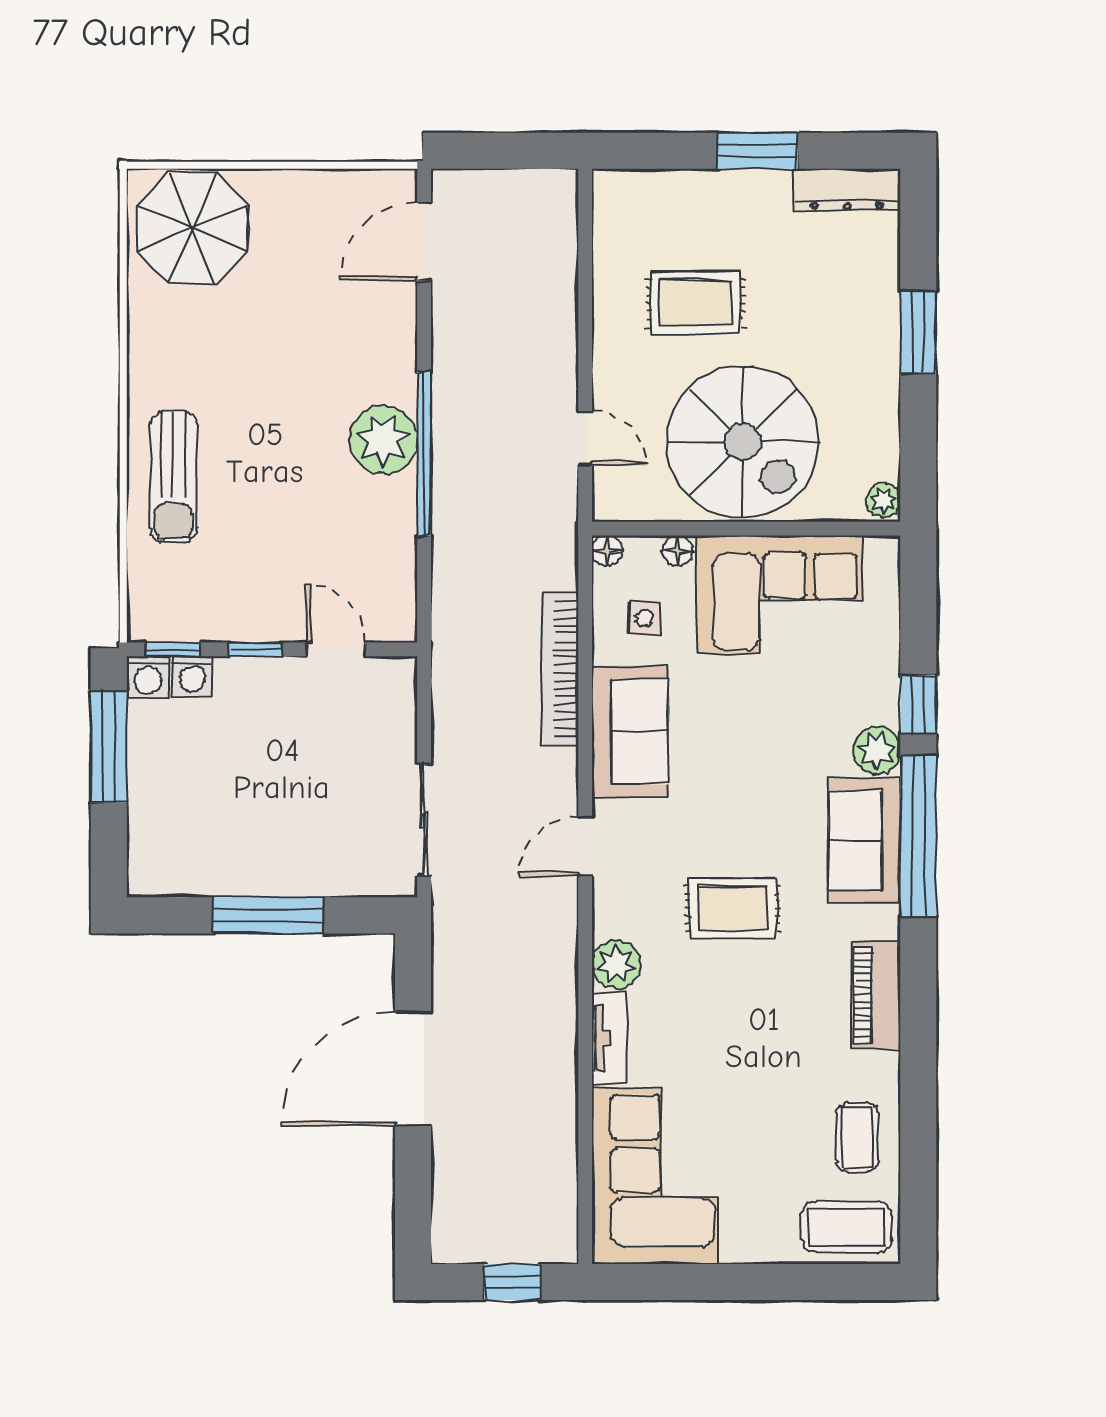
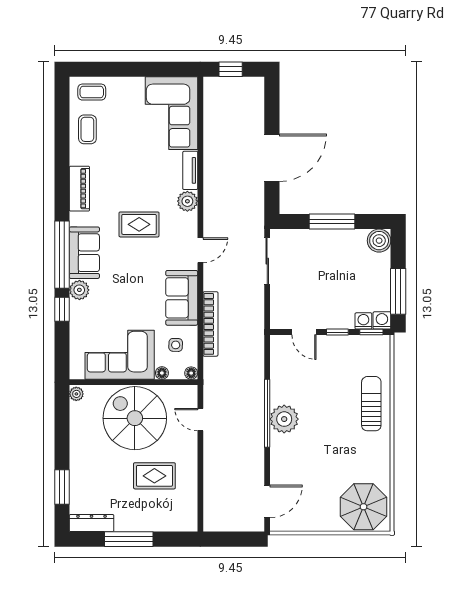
window: (758, 151) -> (129, 539), width x1.44
window: (918, 332) -> (62, 487), moved
boiler: (155, 869) -> (379, 241), added
coffee table: (847, 1227) -> (92, 92), width x0.73, depth x0.77

